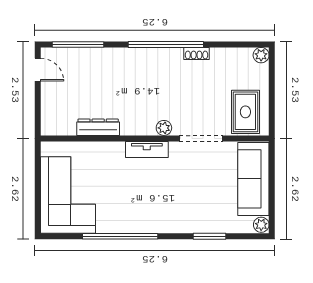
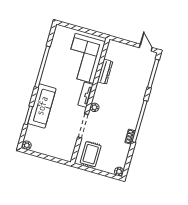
door: (38, 70) -> (146, 48), swing flipped
rug: (245, 112) -> (91, 154), turned 90
sofa: (253, 179) -> (42, 106), moved, turned 90
corner sofa: (68, 195) -> (84, 58), moved, turned 90

